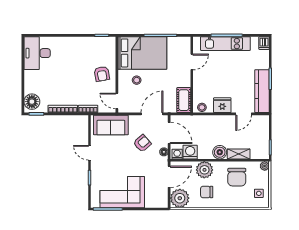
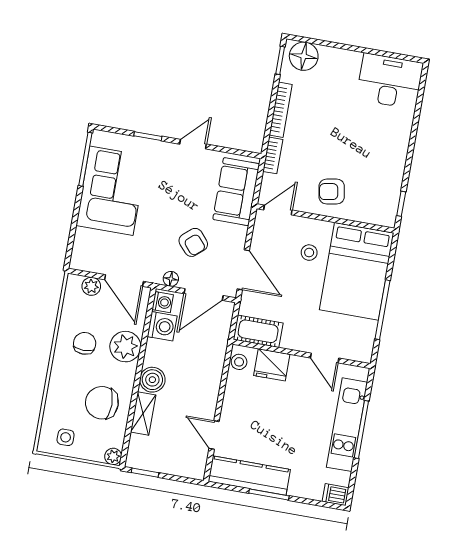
fridge: (222, 105) -> (272, 365), moved, turned 90
plant: (180, 198) -> (91, 286), width x0.53, depth x0.53

